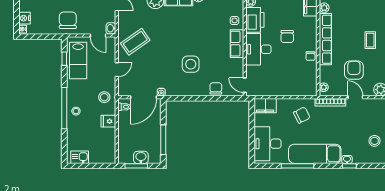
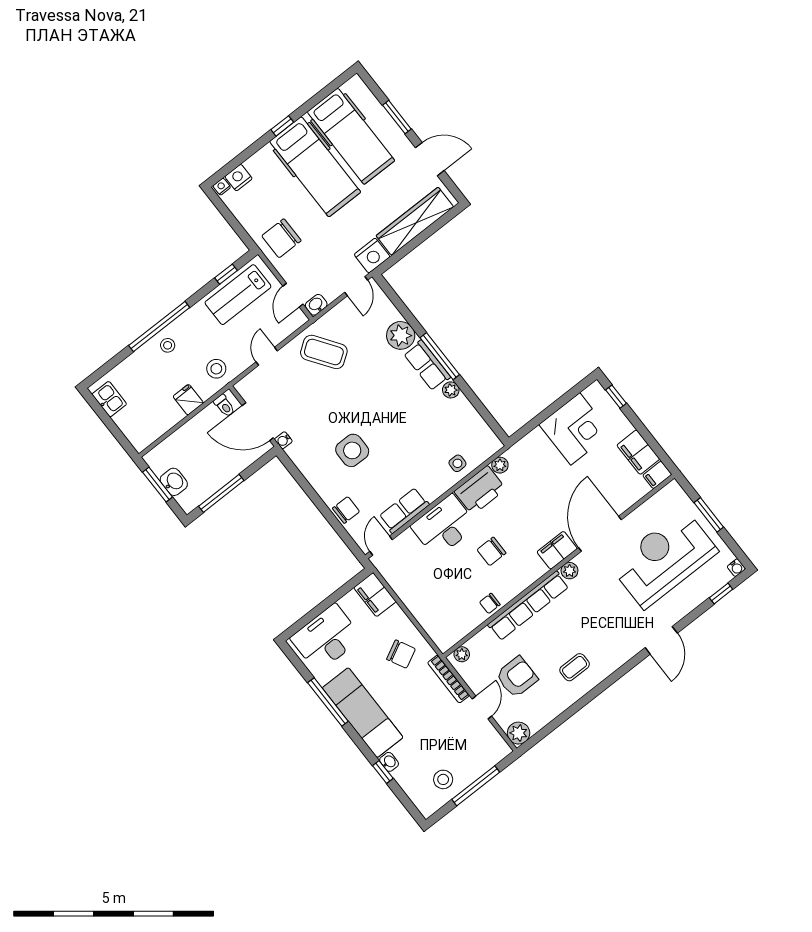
chair: (68, 20) -> (281, 238), turned 180
row of seats: (237, 44) -> (404, 510), moved
door: (117, 70) -> (267, 356), swing flipped

